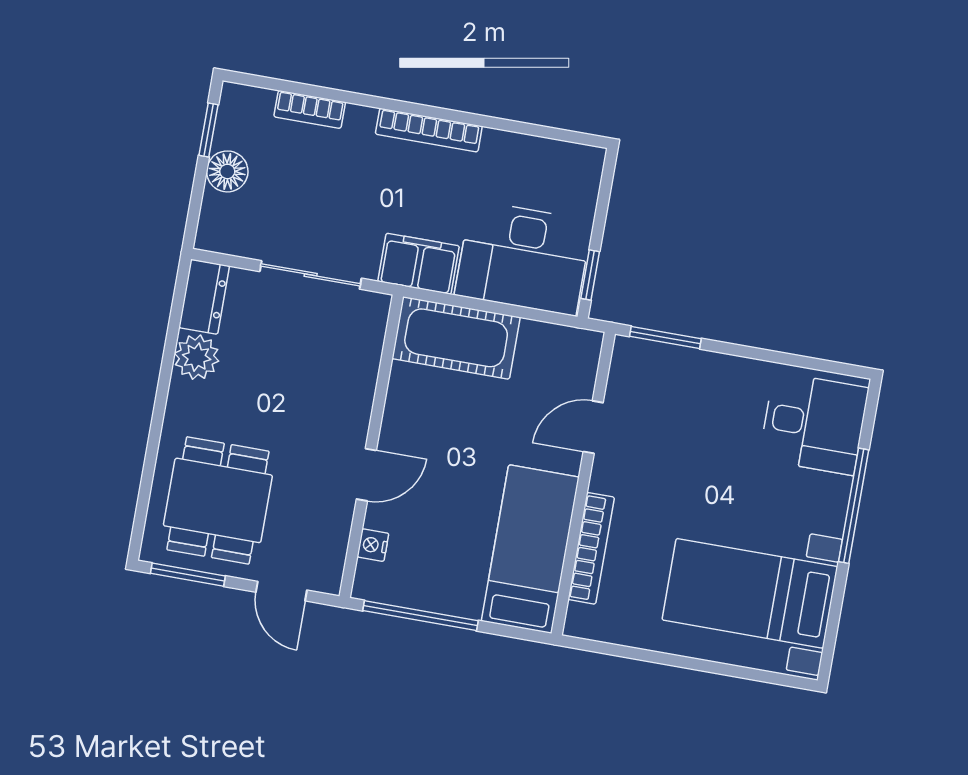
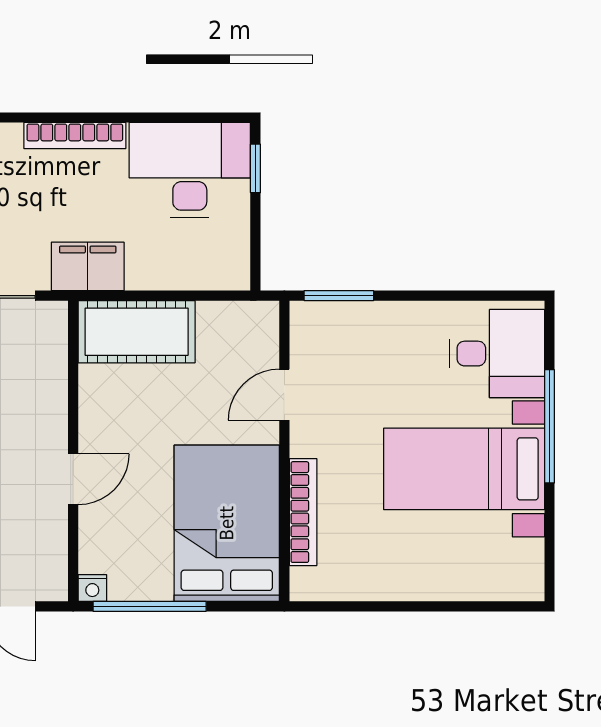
desk: (523, 258) -> (190, 170), moved, turned 180
window: (590, 275) -> (255, 168), moved
nightstand: (373, 545) -> (92, 588), moved, turned -90
bed: (530, 549) -> (227, 523), width x1.50
bed with nightstands: (750, 593) -> (464, 469), moved

